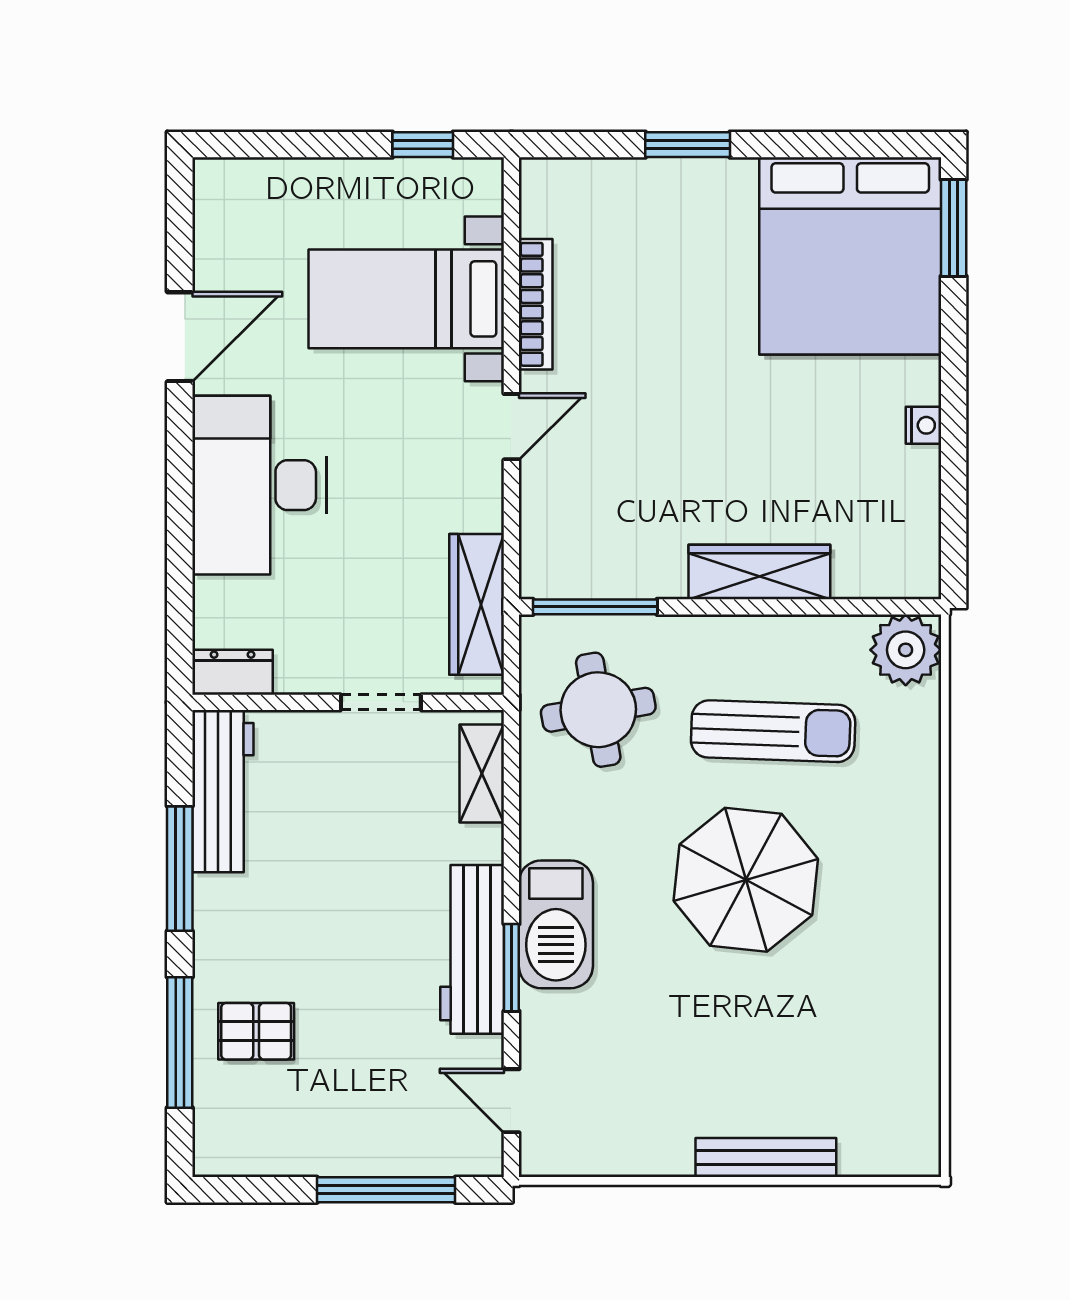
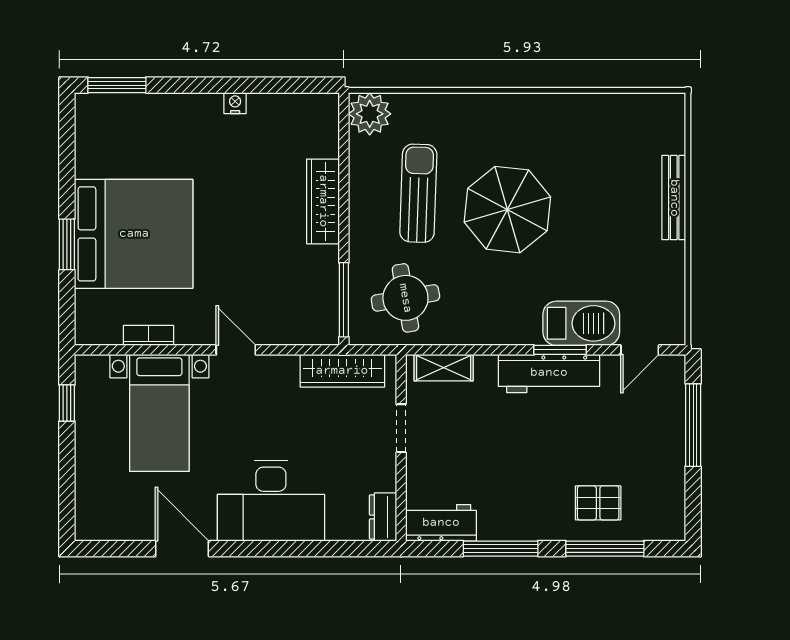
bed: (850, 256) -> (134, 234), moved
bookcase: (536, 304) -> (148, 335), width x0.64
workbench: (223, 791) -> (441, 523), width x0.73
barbecue: (556, 924) -> (581, 323), moved
pallet: (256, 1031) -> (598, 503), turned 90

